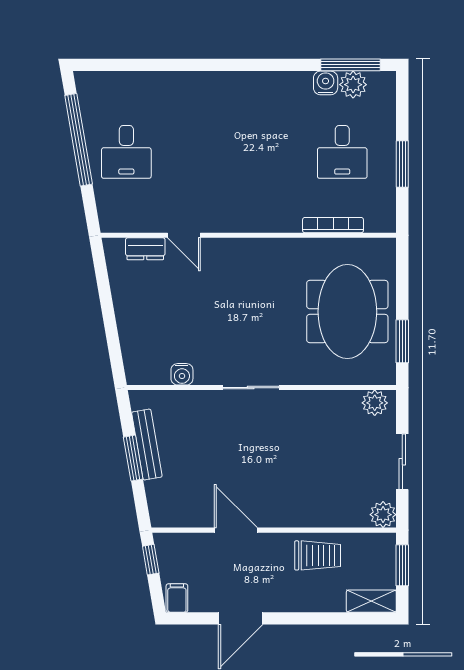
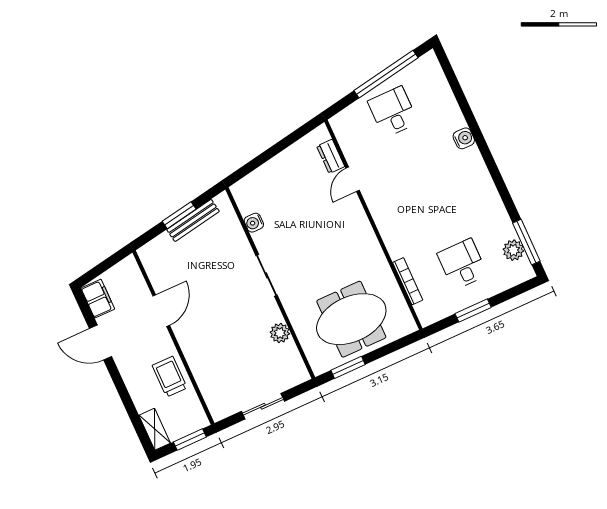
water cooler: (326, 83) -> (464, 138), moved
desk: (126, 152) -> (393, 112), turned 90
desk: (342, 152) -> (462, 264), turned 90
plant: (375, 403) -> (280, 333), moved
plant: (383, 515) -> (220, 410), removed
trolley: (318, 555) -> (170, 377), turned 180
window: (151, 560) -> (113, 260), removed
filing cabinet: (177, 598) -> (98, 299), width x2.00

